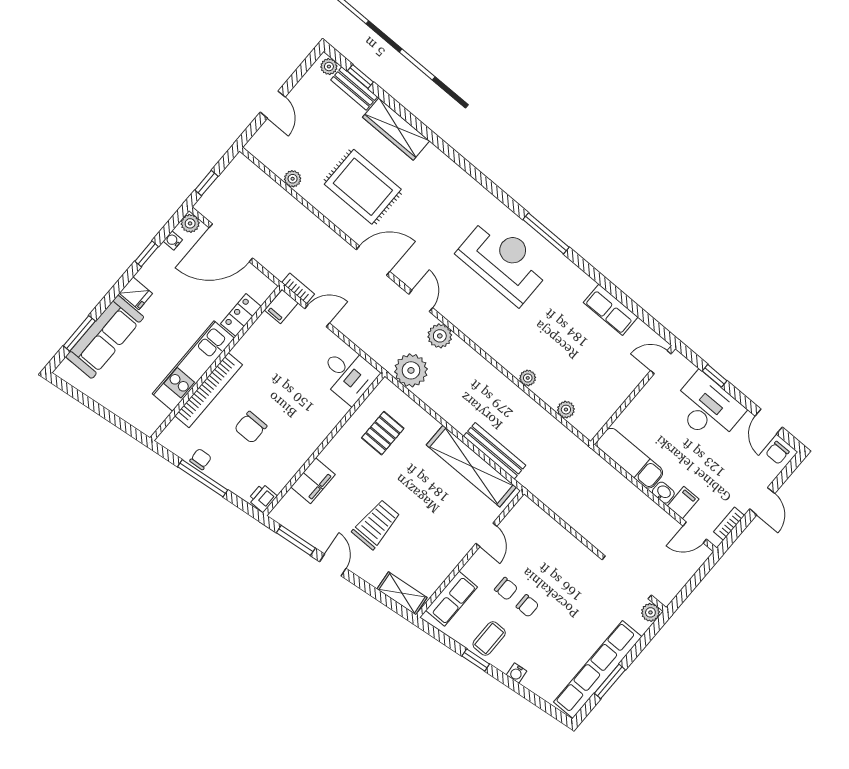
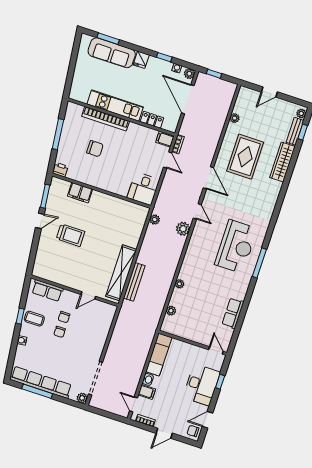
door: (421, 301) -> (197, 211), hinge flipped
plant: (411, 370) -> (155, 219), width x0.53, depth x0.53
chair: (251, 427) -> (95, 149), turned 180
pallet: (383, 433) -> (120, 219), removed
chair: (201, 459) -> (68, 129), removed
shelving: (402, 593) -> (40, 263), removed
window: (610, 681) -> (37, 391), width x1.44

